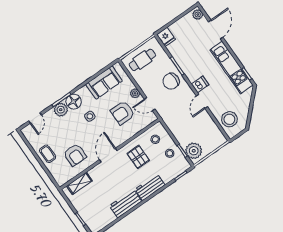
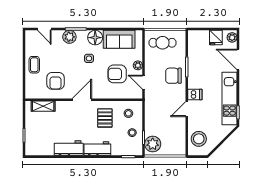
door: (216, 29) -> (238, 59), swing flipped
fridge: (166, 37) -> (216, 38), moved
floor lamp: (74, 102) -> (95, 38), moved
door: (35, 118) -> (44, 29), hinge flipped

